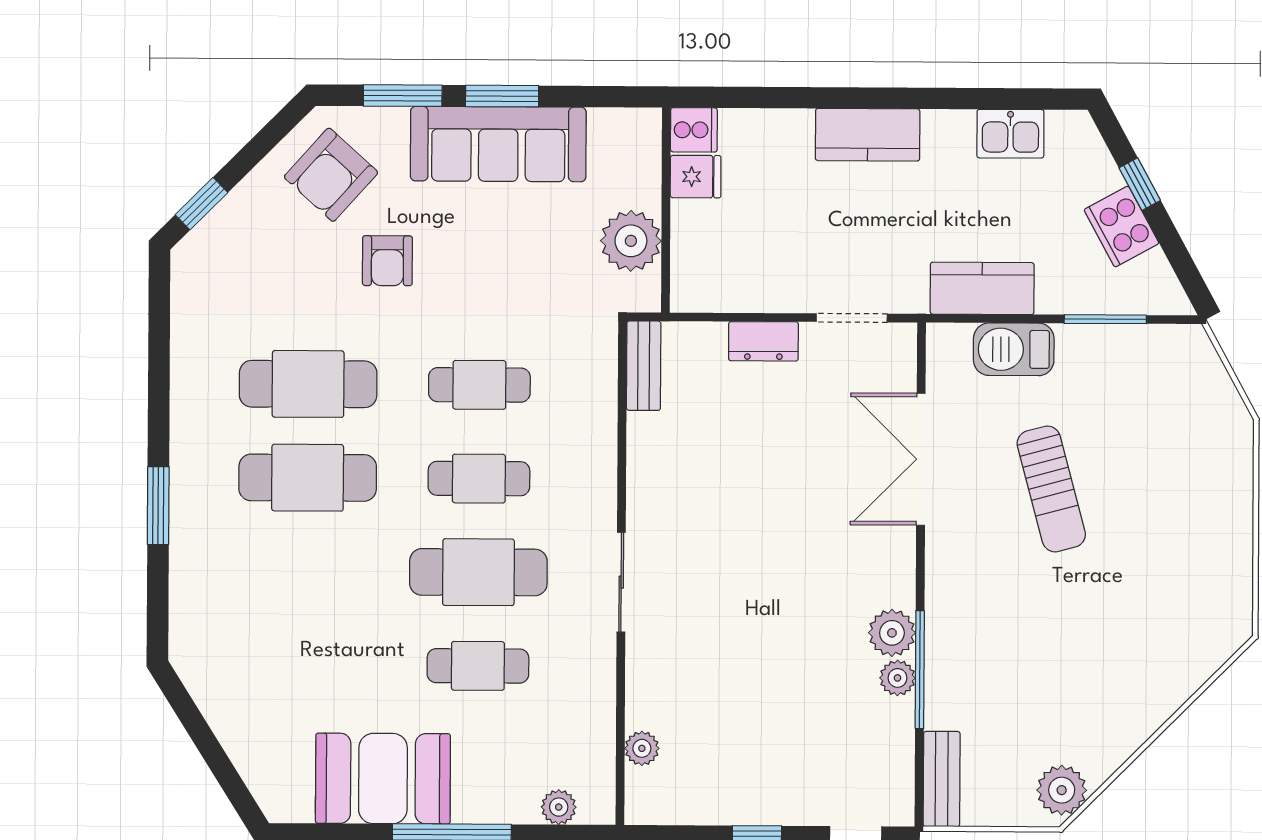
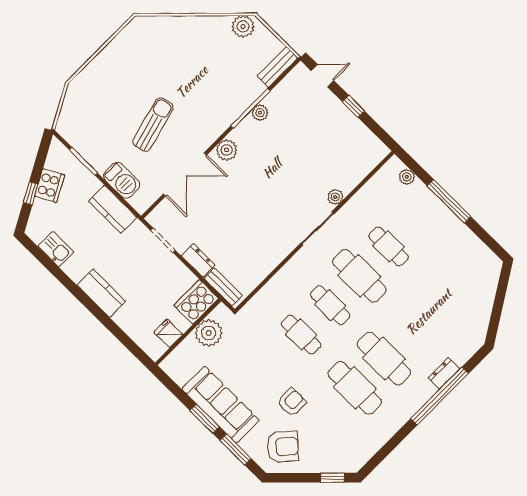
cooker: (694, 130) -> (196, 302), moved, width x1.87, depth x1.31
bench: (644, 366) -> (223, 287), moved, turned 90
window: (158, 506) -> (440, 396), width x2.11
dresser: (187, 549) -> (444, 373), added
plant: (892, 633) -> (227, 150), moved
plant: (642, 748) -> (335, 197), moved
booth: (383, 779) -> (453, 240), removed

